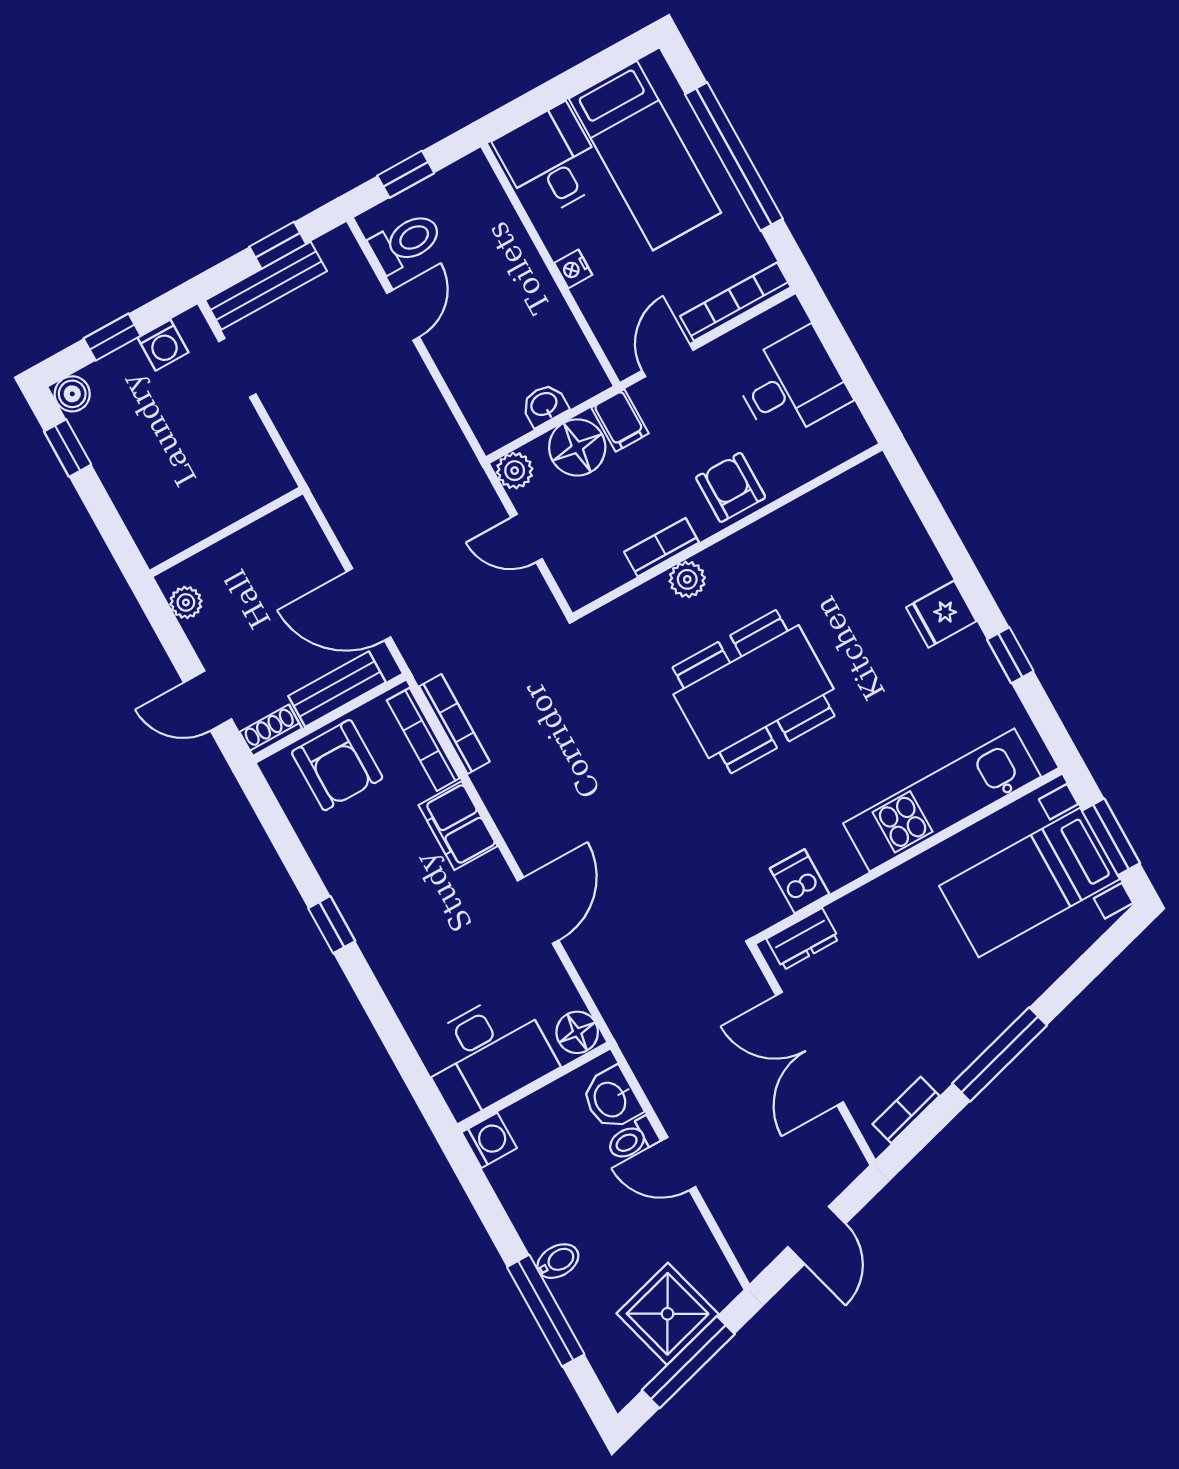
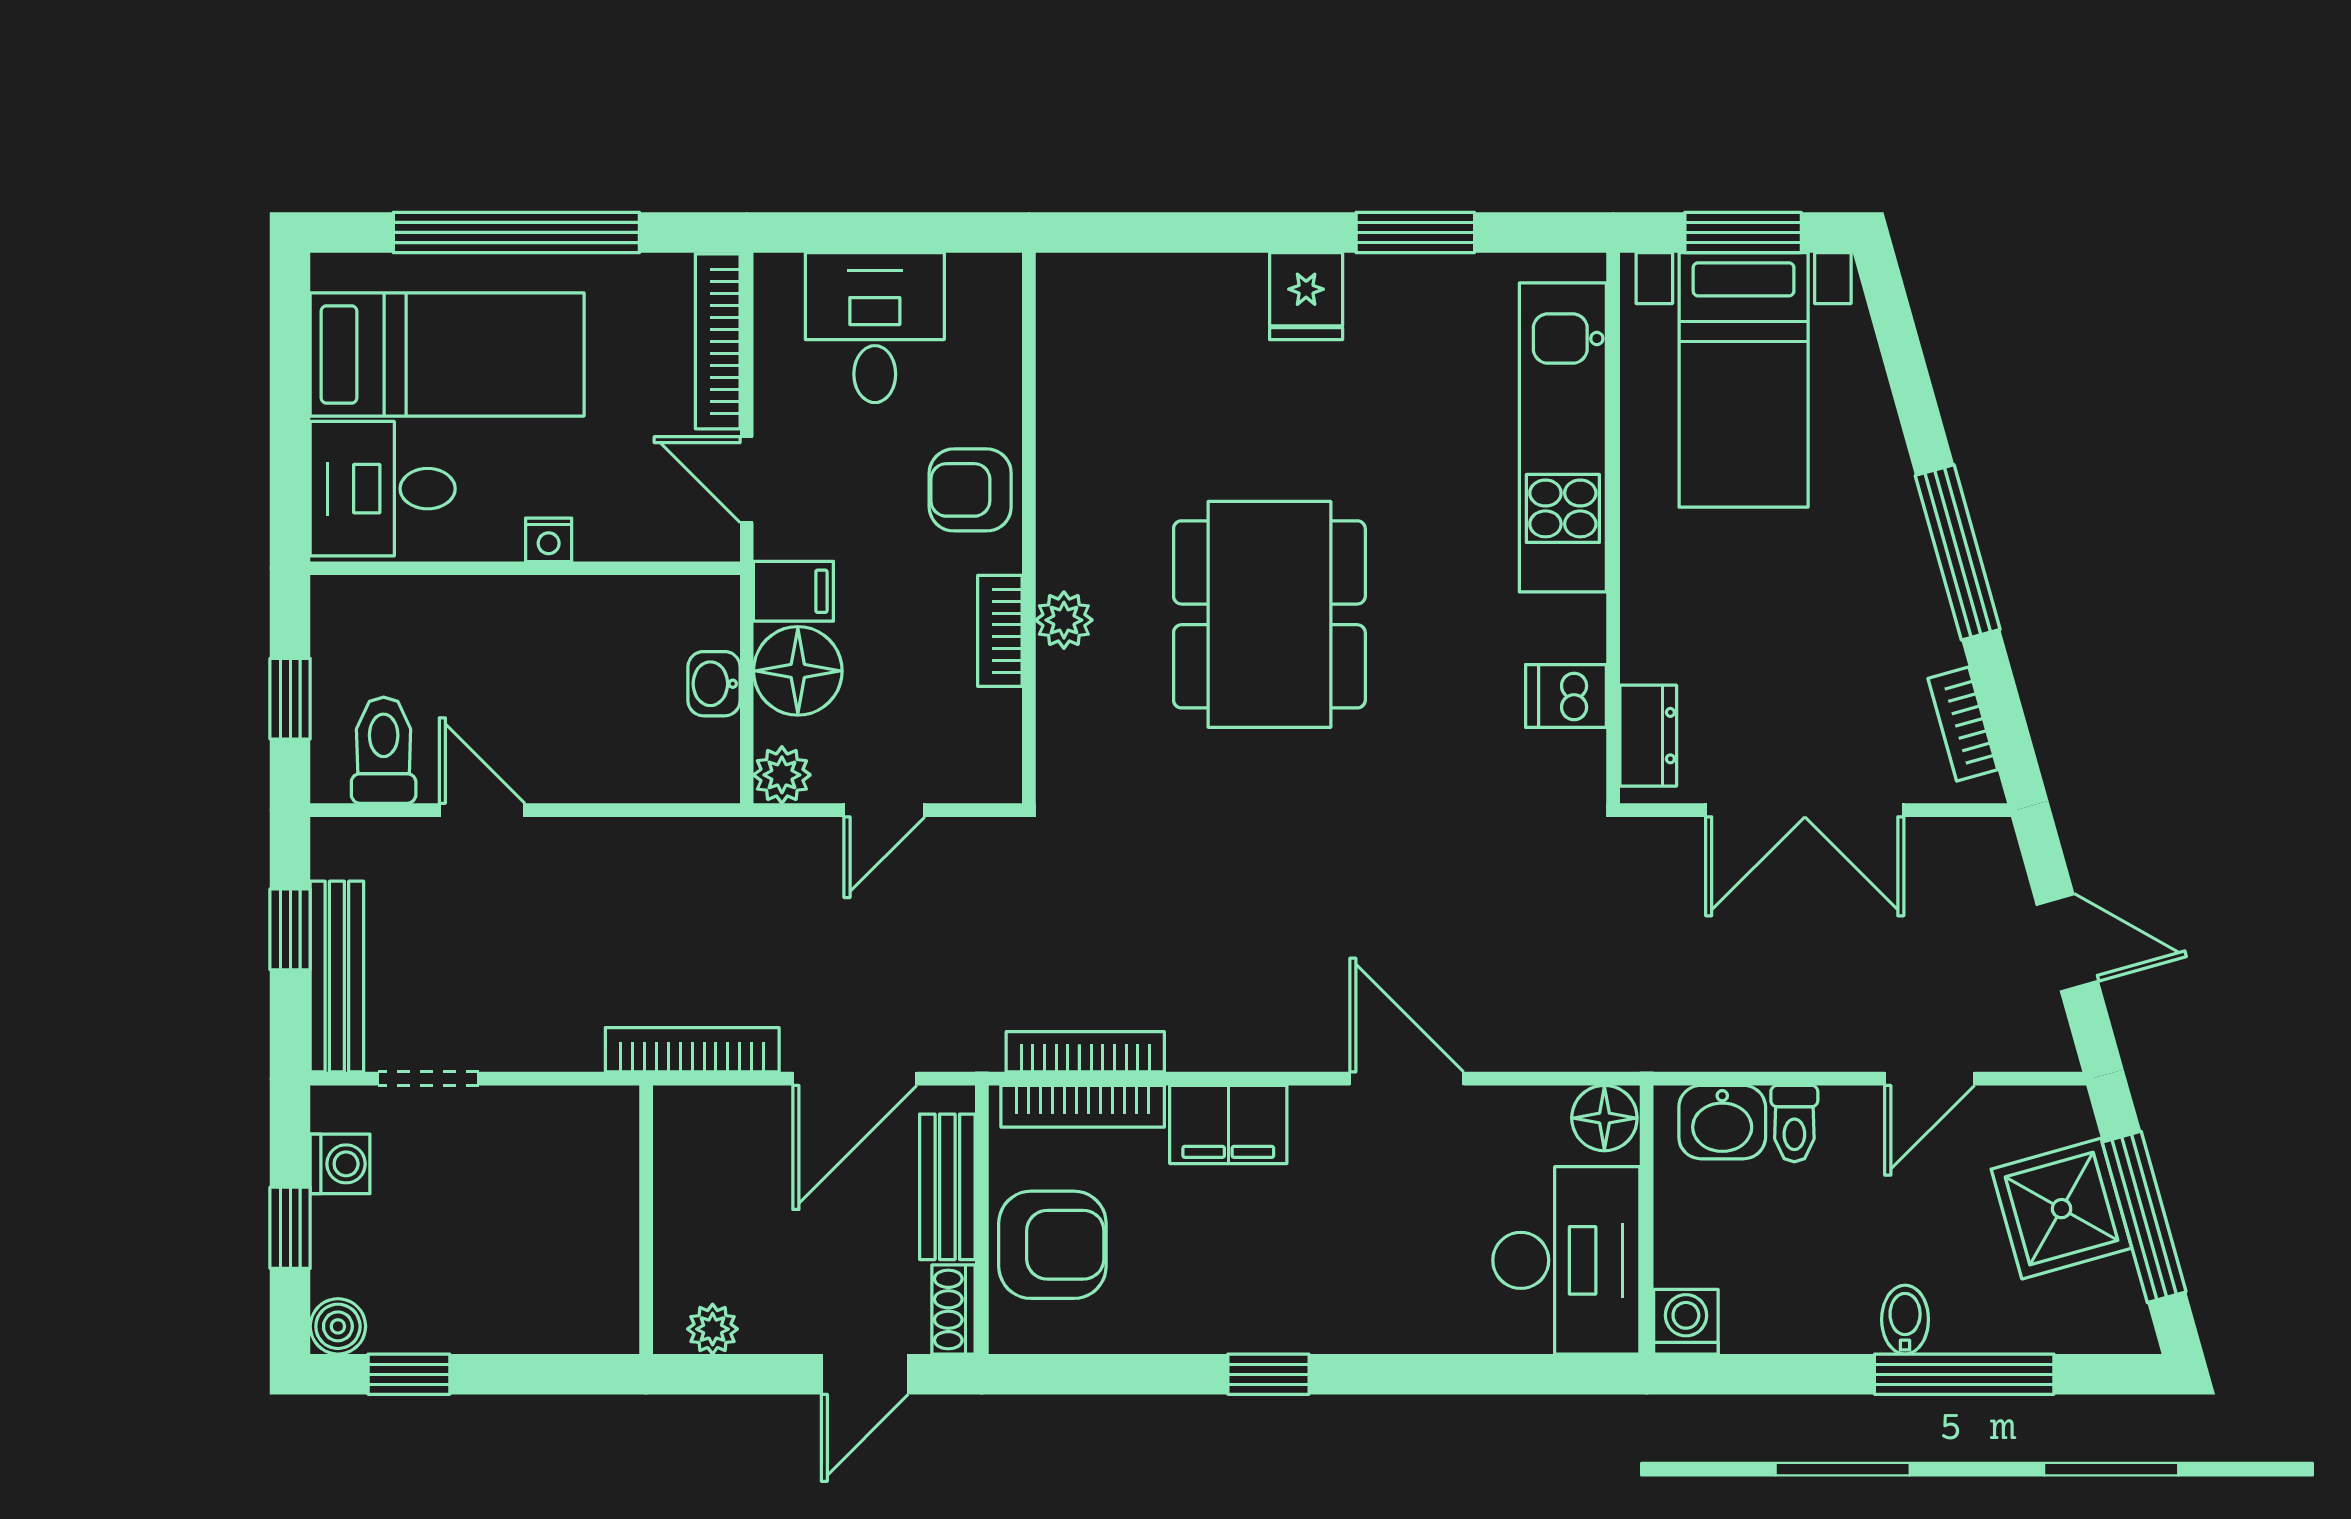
bookcase: (335, 505) -> (692, 1050), added
window: (1010, 655) -> (1415, 232), width x1.50
door: (678, 1164) -> (1930, 1079), moved

